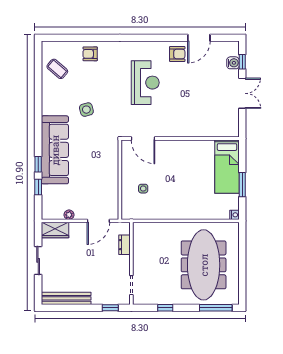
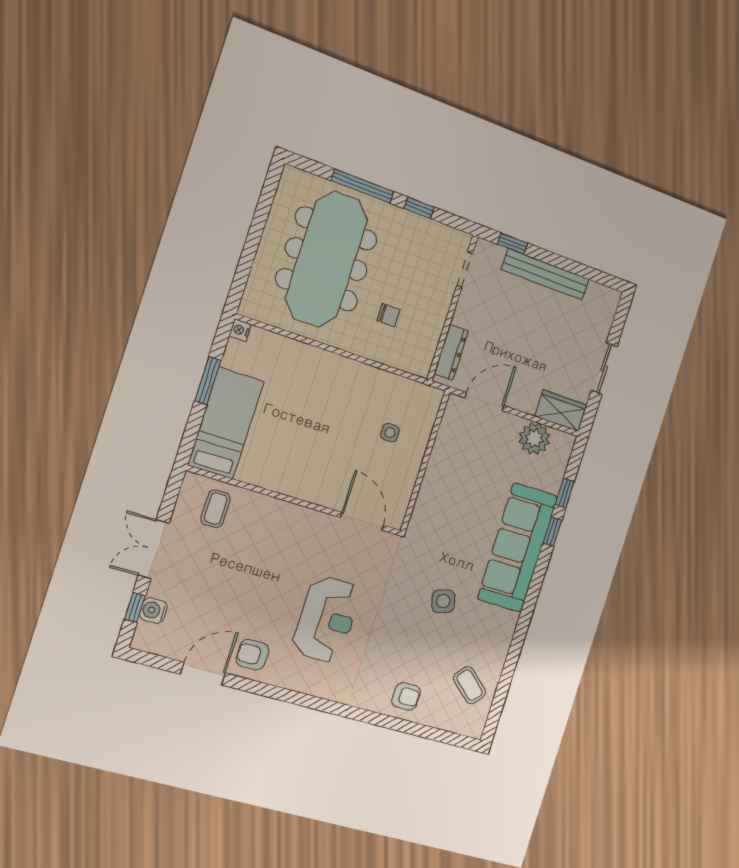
reception desk: (145, 83) -> (326, 619), turned 180
coffee table: (219, 122) -> (216, 509), added
plant: (69, 215) -> (534, 438), width x1.88, depth x1.88
dresser: (125, 245) -> (451, 352), width x1.44
chair: (163, 248) -> (388, 315), added
bench: (66, 298) -> (545, 274), moved
window: (216, 308) -> (362, 186), moved

